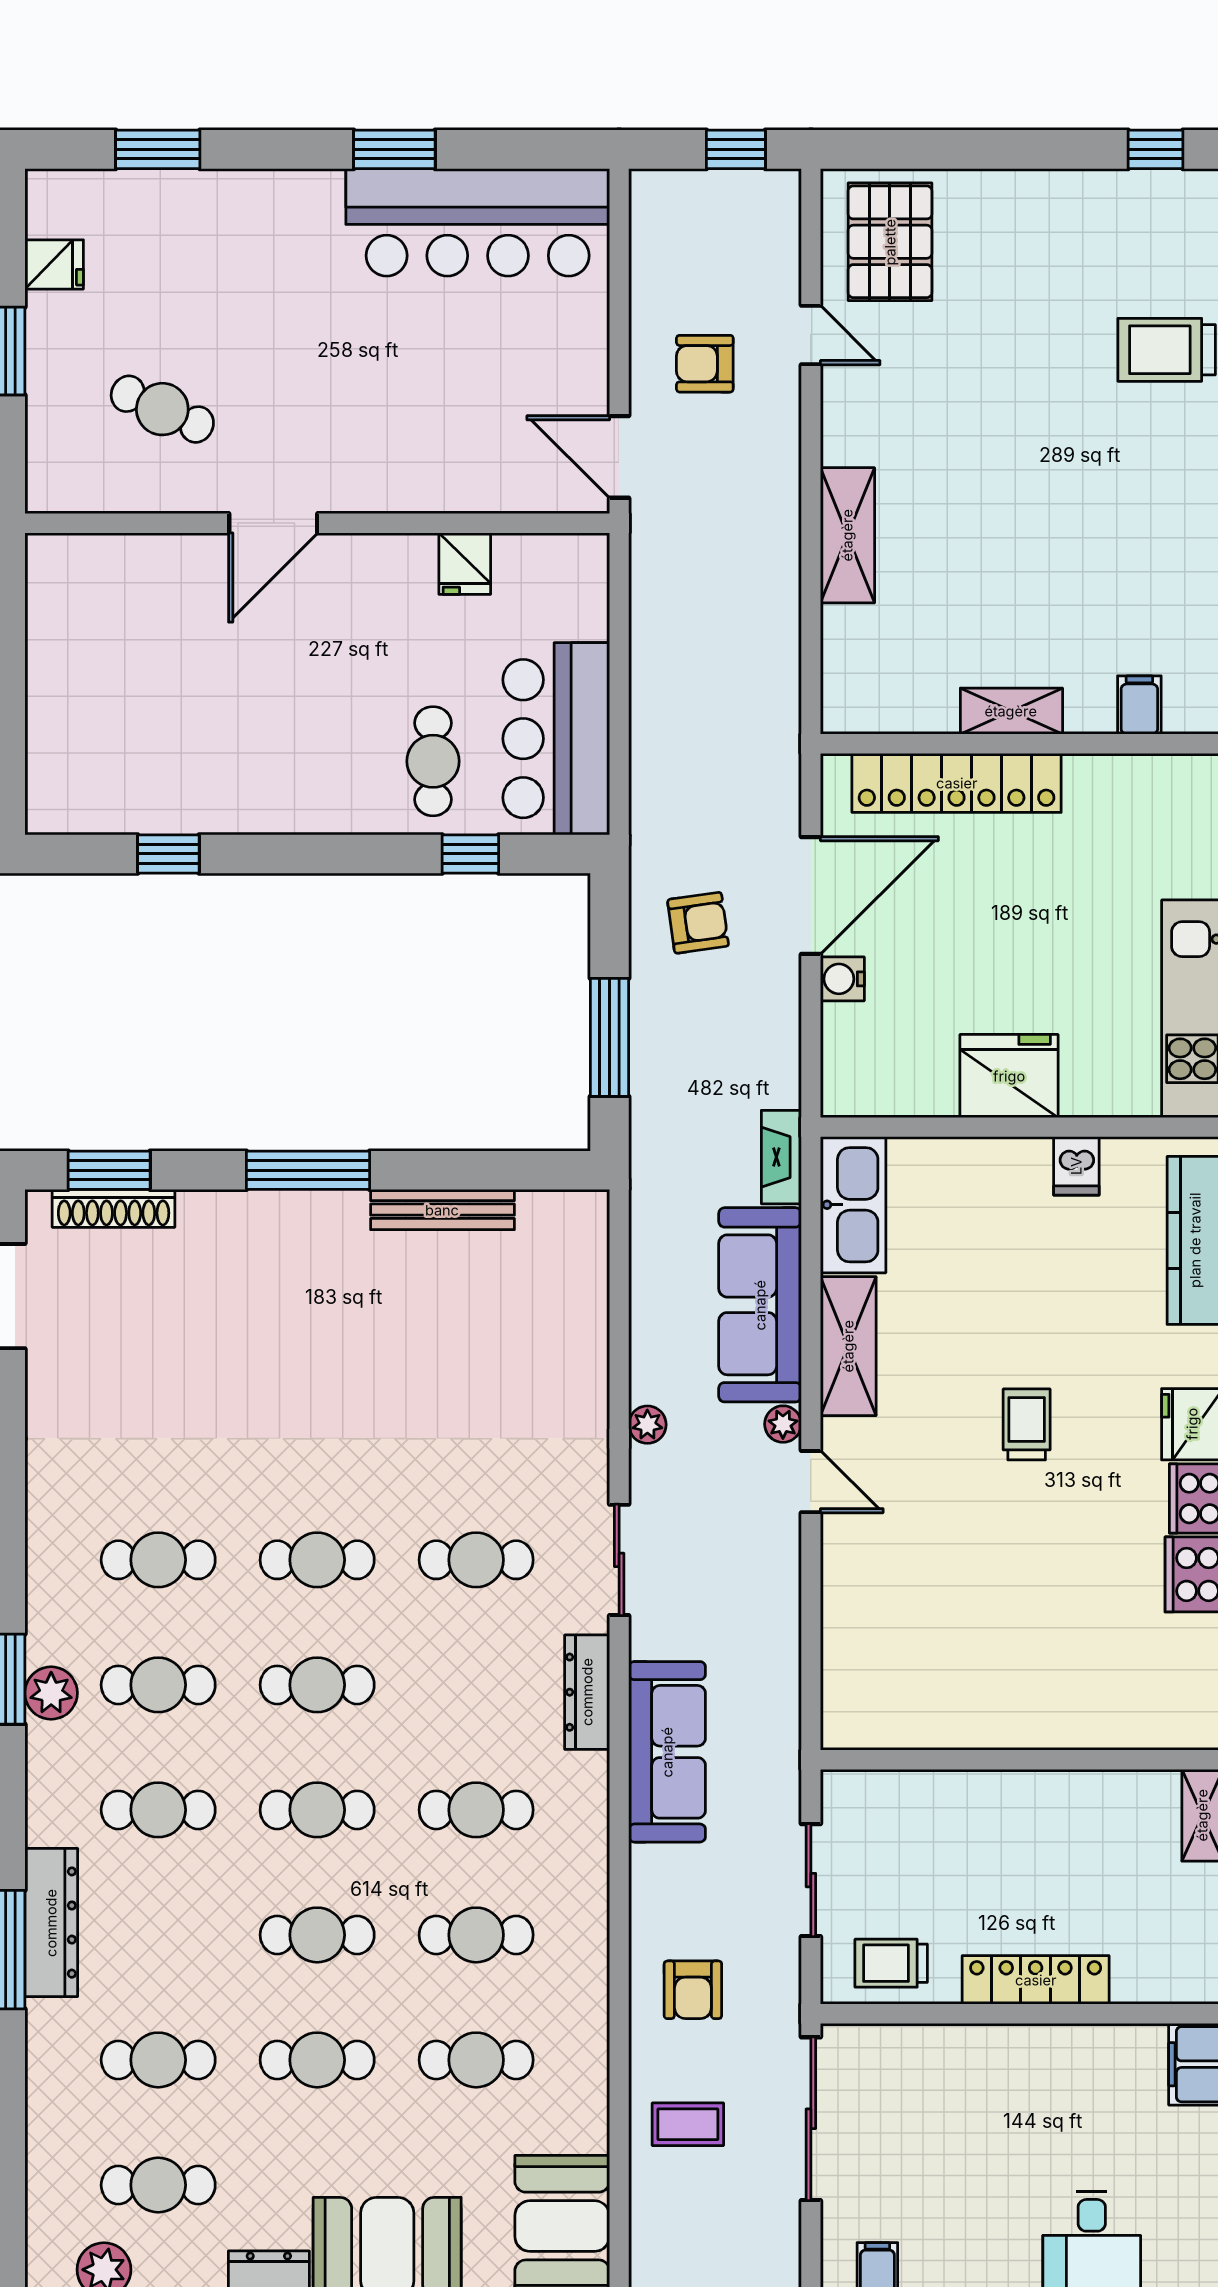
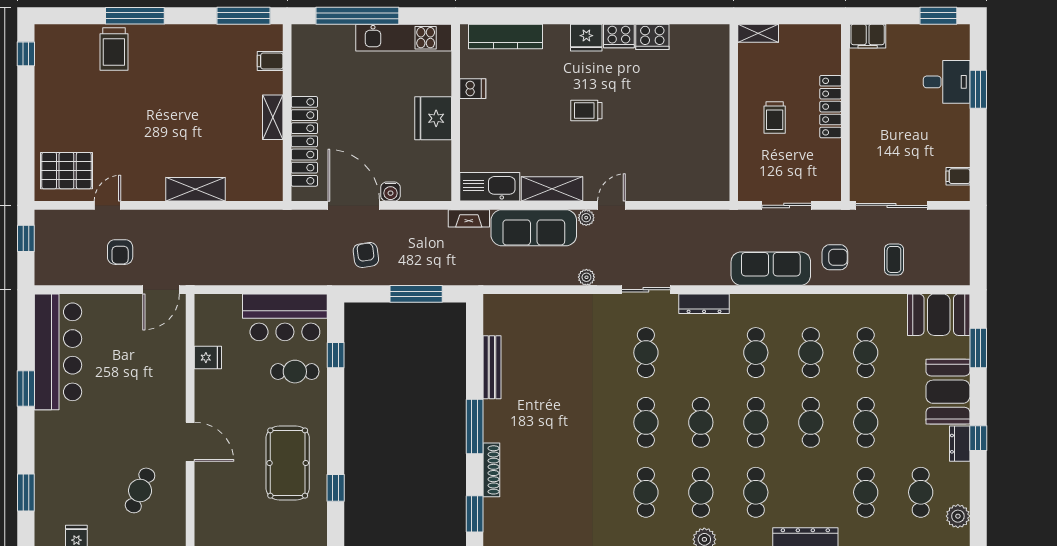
pool table: (225, 745) -> (288, 463), added
shoe rack: (114, 1208) -> (491, 470), moved
sofa: (667, 1752) -> (771, 269), moved
trolley: (891, 1963) -> (775, 117), moved

